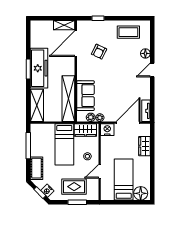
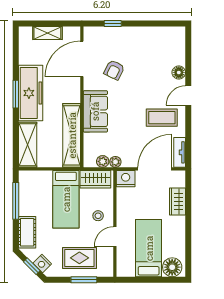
shelving: (64, 25) -> (47, 33), moved
coffee table: (128, 32) -> (162, 118), moved
sofa: (85, 96) -> (95, 111), moved

